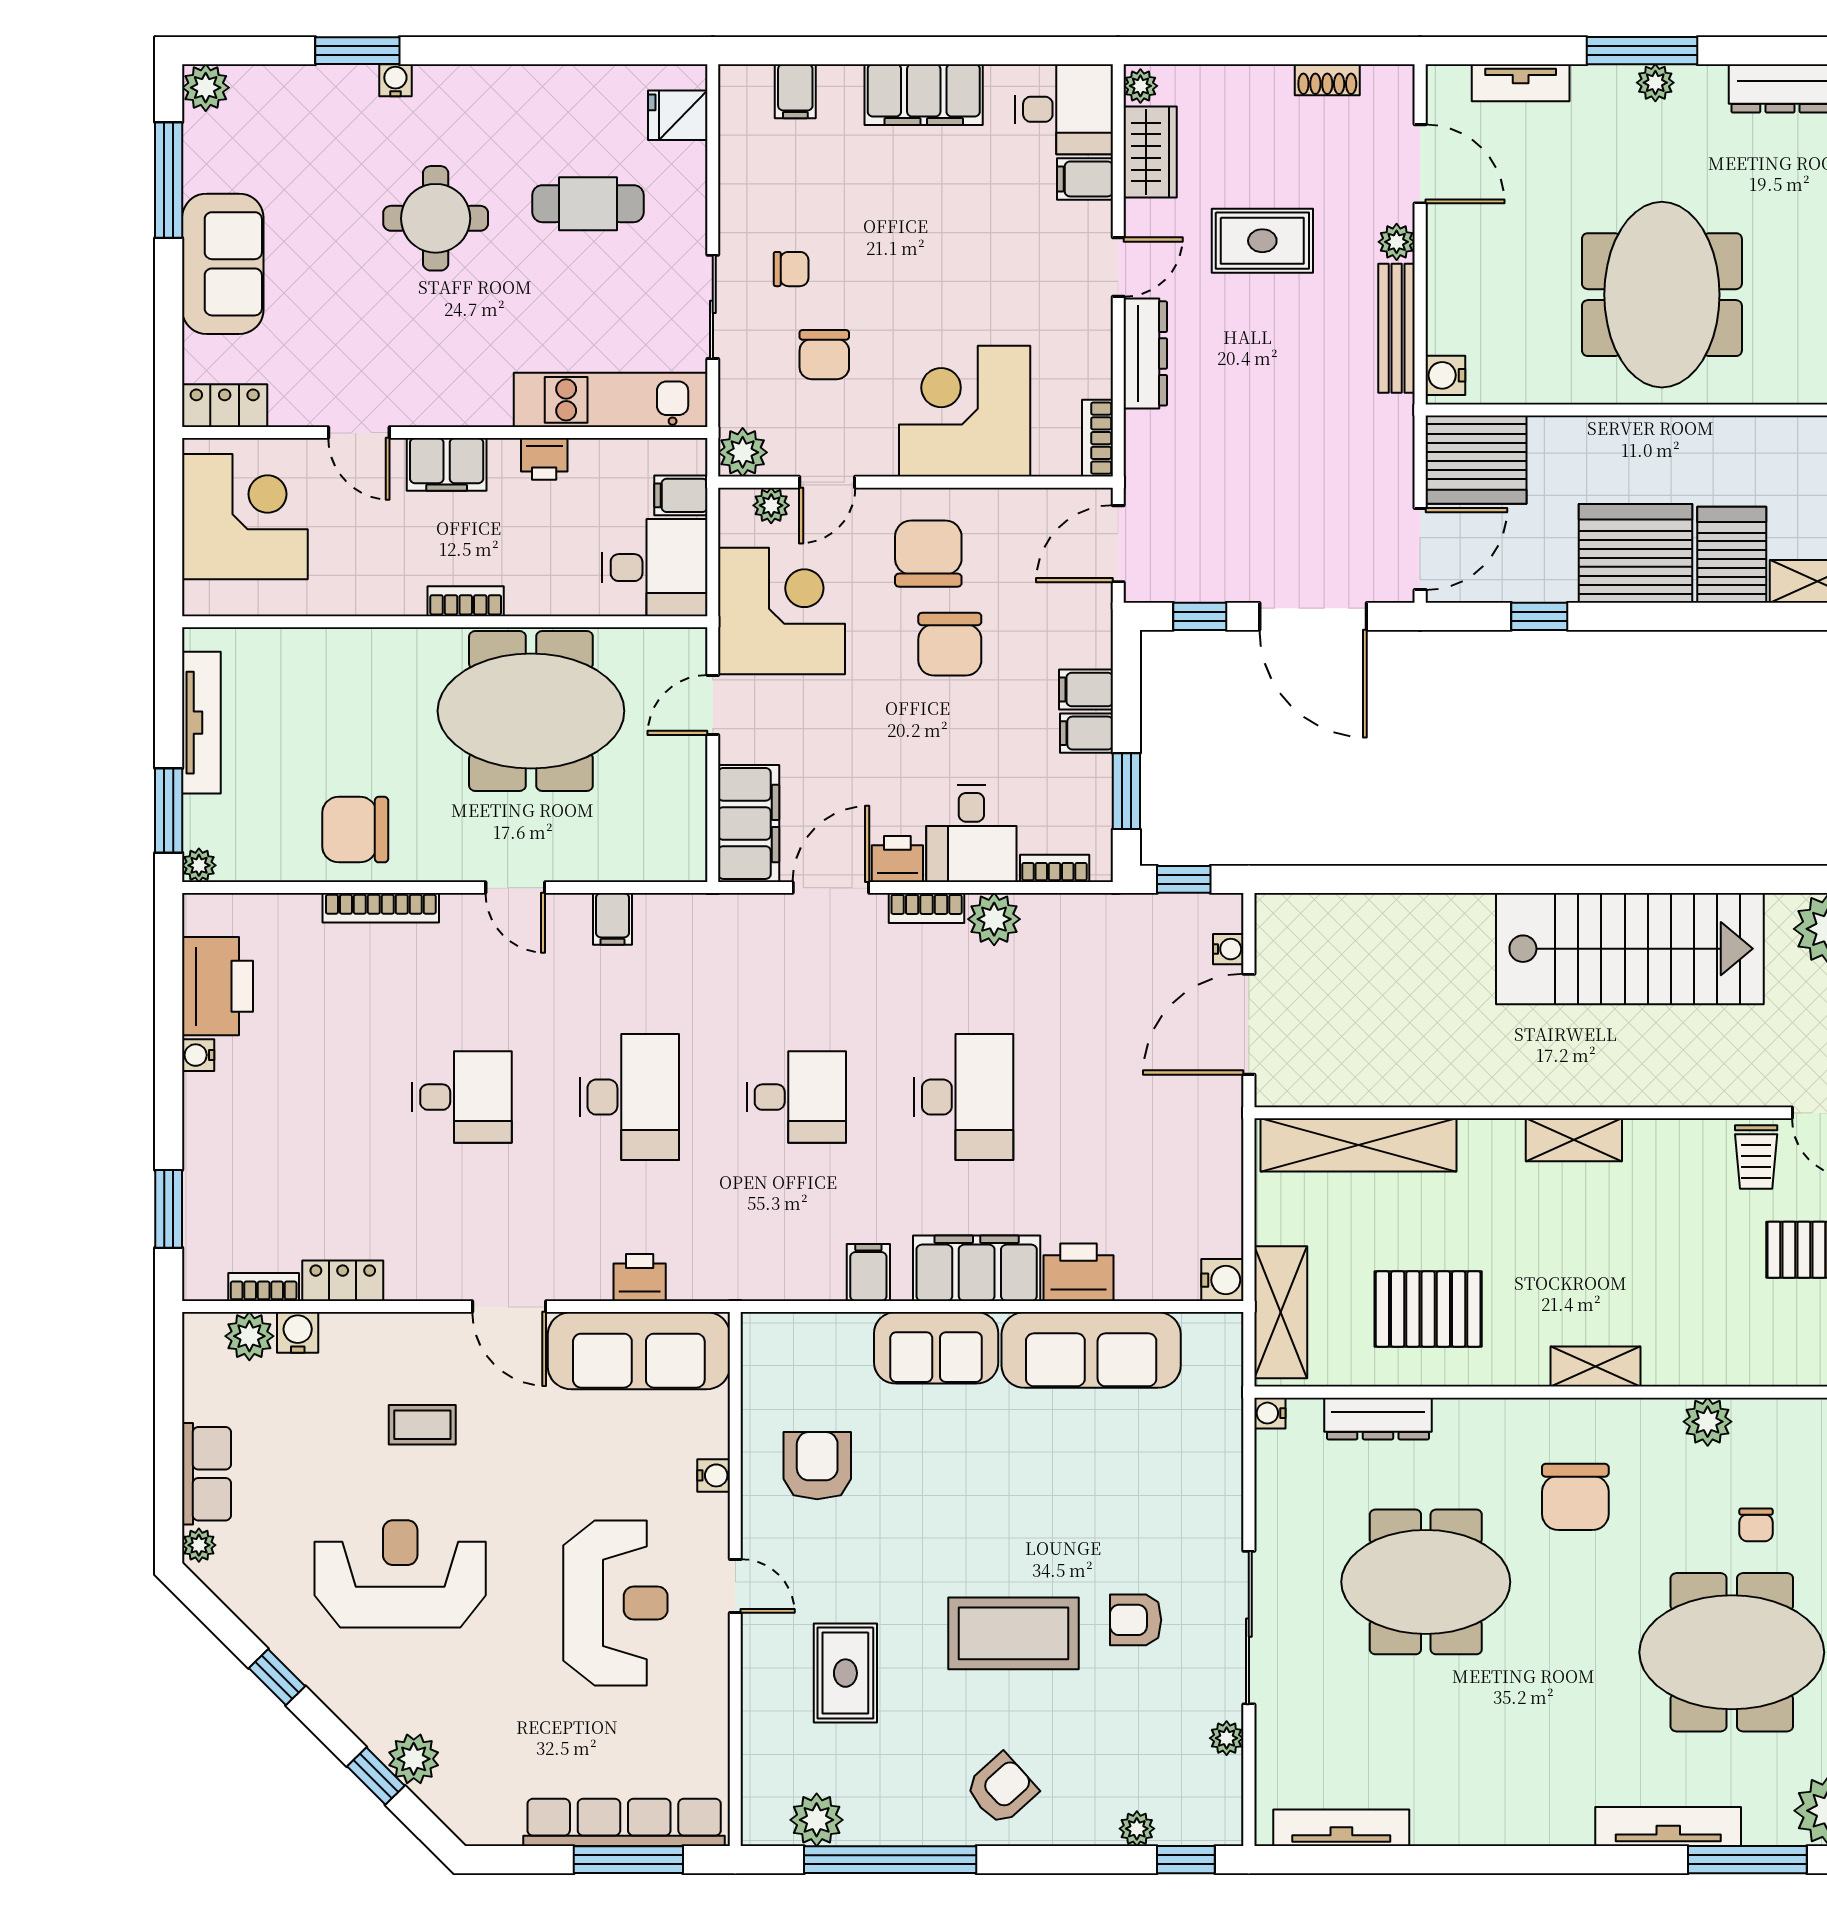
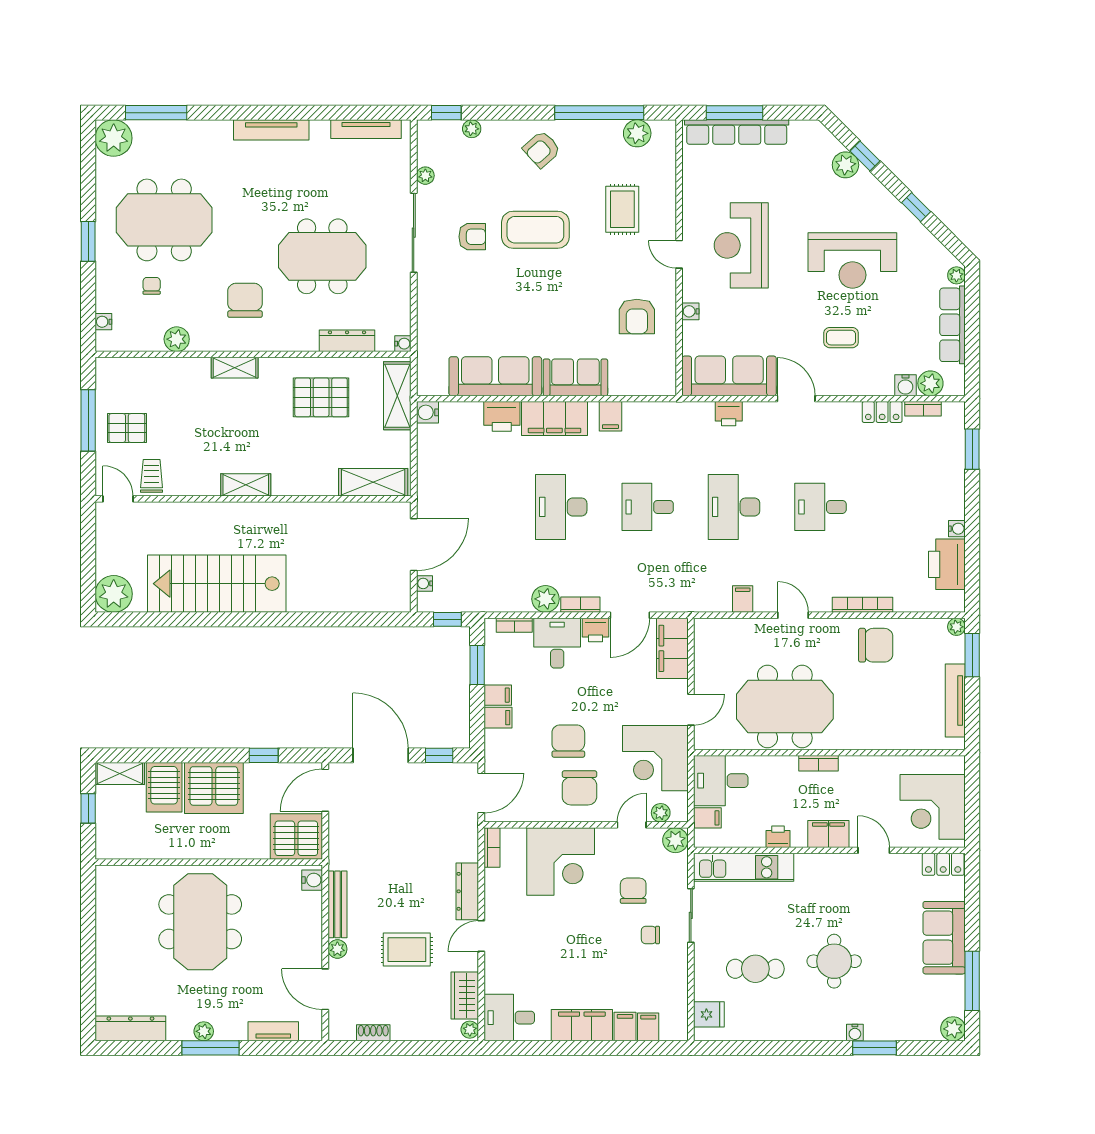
filing cabinet: (1085, 179) -> (625, 1026), moved, turned -90
shelving: (1359, 1145) -> (373, 482), width x0.68
row of seats: (207, 1474) -> (953, 325), width x1.48
tv unit: (1668, 1827) -> (271, 130), moved

